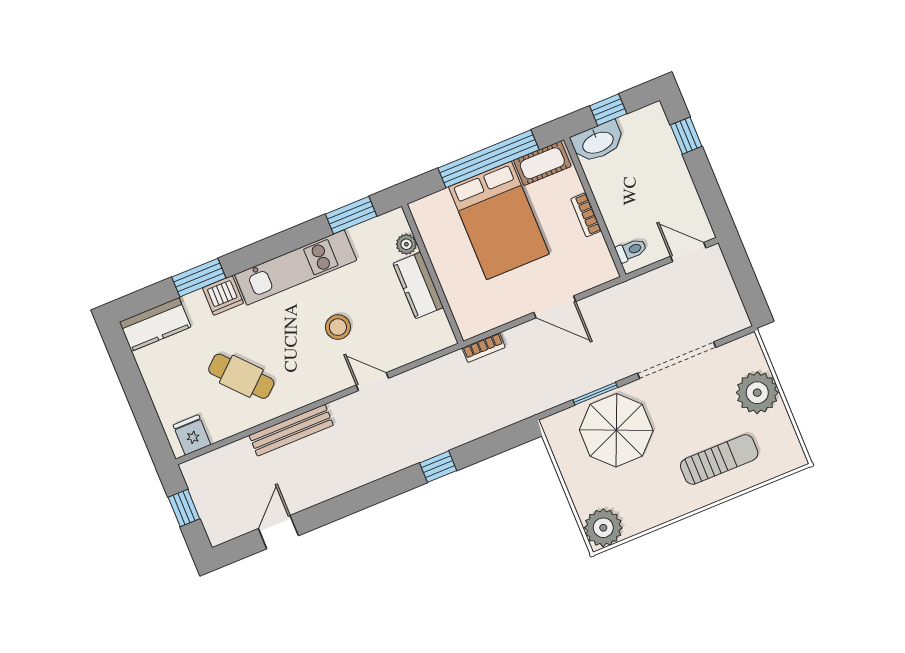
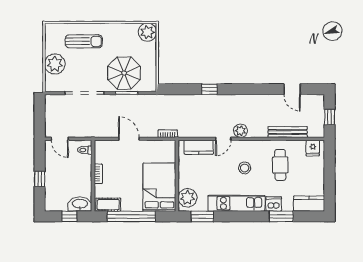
window: (686, 136) -> (40, 179), moved
bed: (499, 220) -> (159, 187), moved
plant: (406, 244) -> (188, 198), width x1.87, depth x1.87
kitchen counter: (418, 285) -> (199, 147), moved, turned 90
stool: (338, 327) -> (245, 168), moved
cafe table: (241, 376) -> (280, 165), turned 41
door: (372, 382) -> (223, 139), hinge flipped
plant: (345, 411) -> (240, 131), added
bench: (291, 430) -> (288, 132), moved
sun lounger: (719, 459) -> (84, 41), turned 180
door: (278, 532) -> (292, 89), hinge flipped

